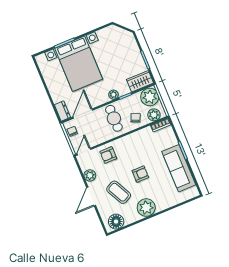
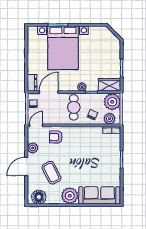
sofa: (179, 168) -> (99, 195), moved, turned 90
armchair: (140, 174) -> (77, 165), removed

